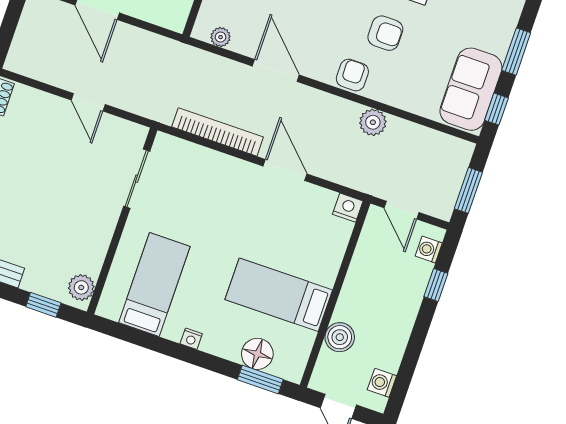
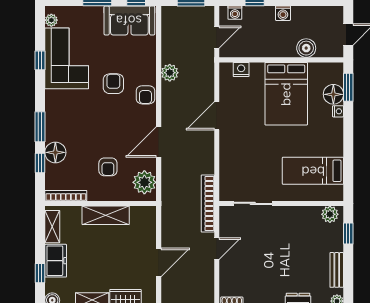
plant: (221, 37) -> (144, 182), width x1.87, depth x1.87
armchair: (352, 75) -> (145, 95), turned -90
bookcase: (218, 132) -> (208, 204), moved
nightstand: (348, 208) -> (241, 69), moved, turned 90
bed: (279, 295) -> (286, 94), width x1.50
nightstand: (191, 339) -> (338, 111), moved
washing machine: (382, 383) -> (283, 13), moved

